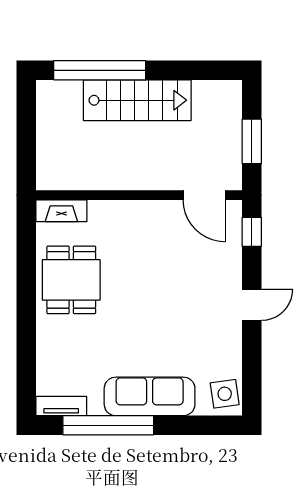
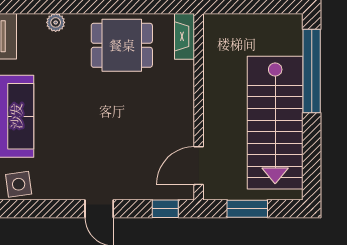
stairs: (137, 100) -> (275, 123), width x1.36, depth x1.51
plant: (46, 353) -> (56, 22), added

